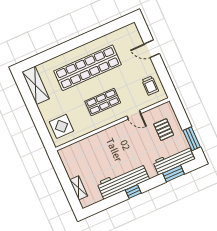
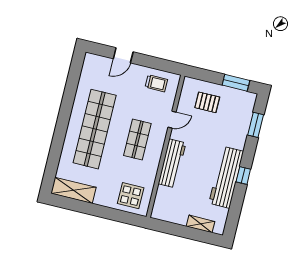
workbench: (174, 160) -> (172, 163), moved, turned 180

